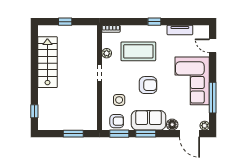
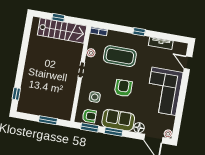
stairs: (47, 62) -> (62, 30), moved, turned 90
armchair: (148, 85) -> (123, 88), turned -90
window: (213, 98) -> (180, 110), removed

